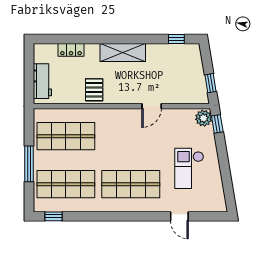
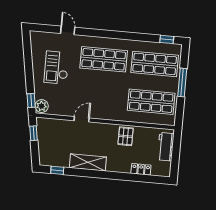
shelving: (123, 52) -> (88, 162), moved
checkout: (189, 168) -> (56, 68), turned 180

